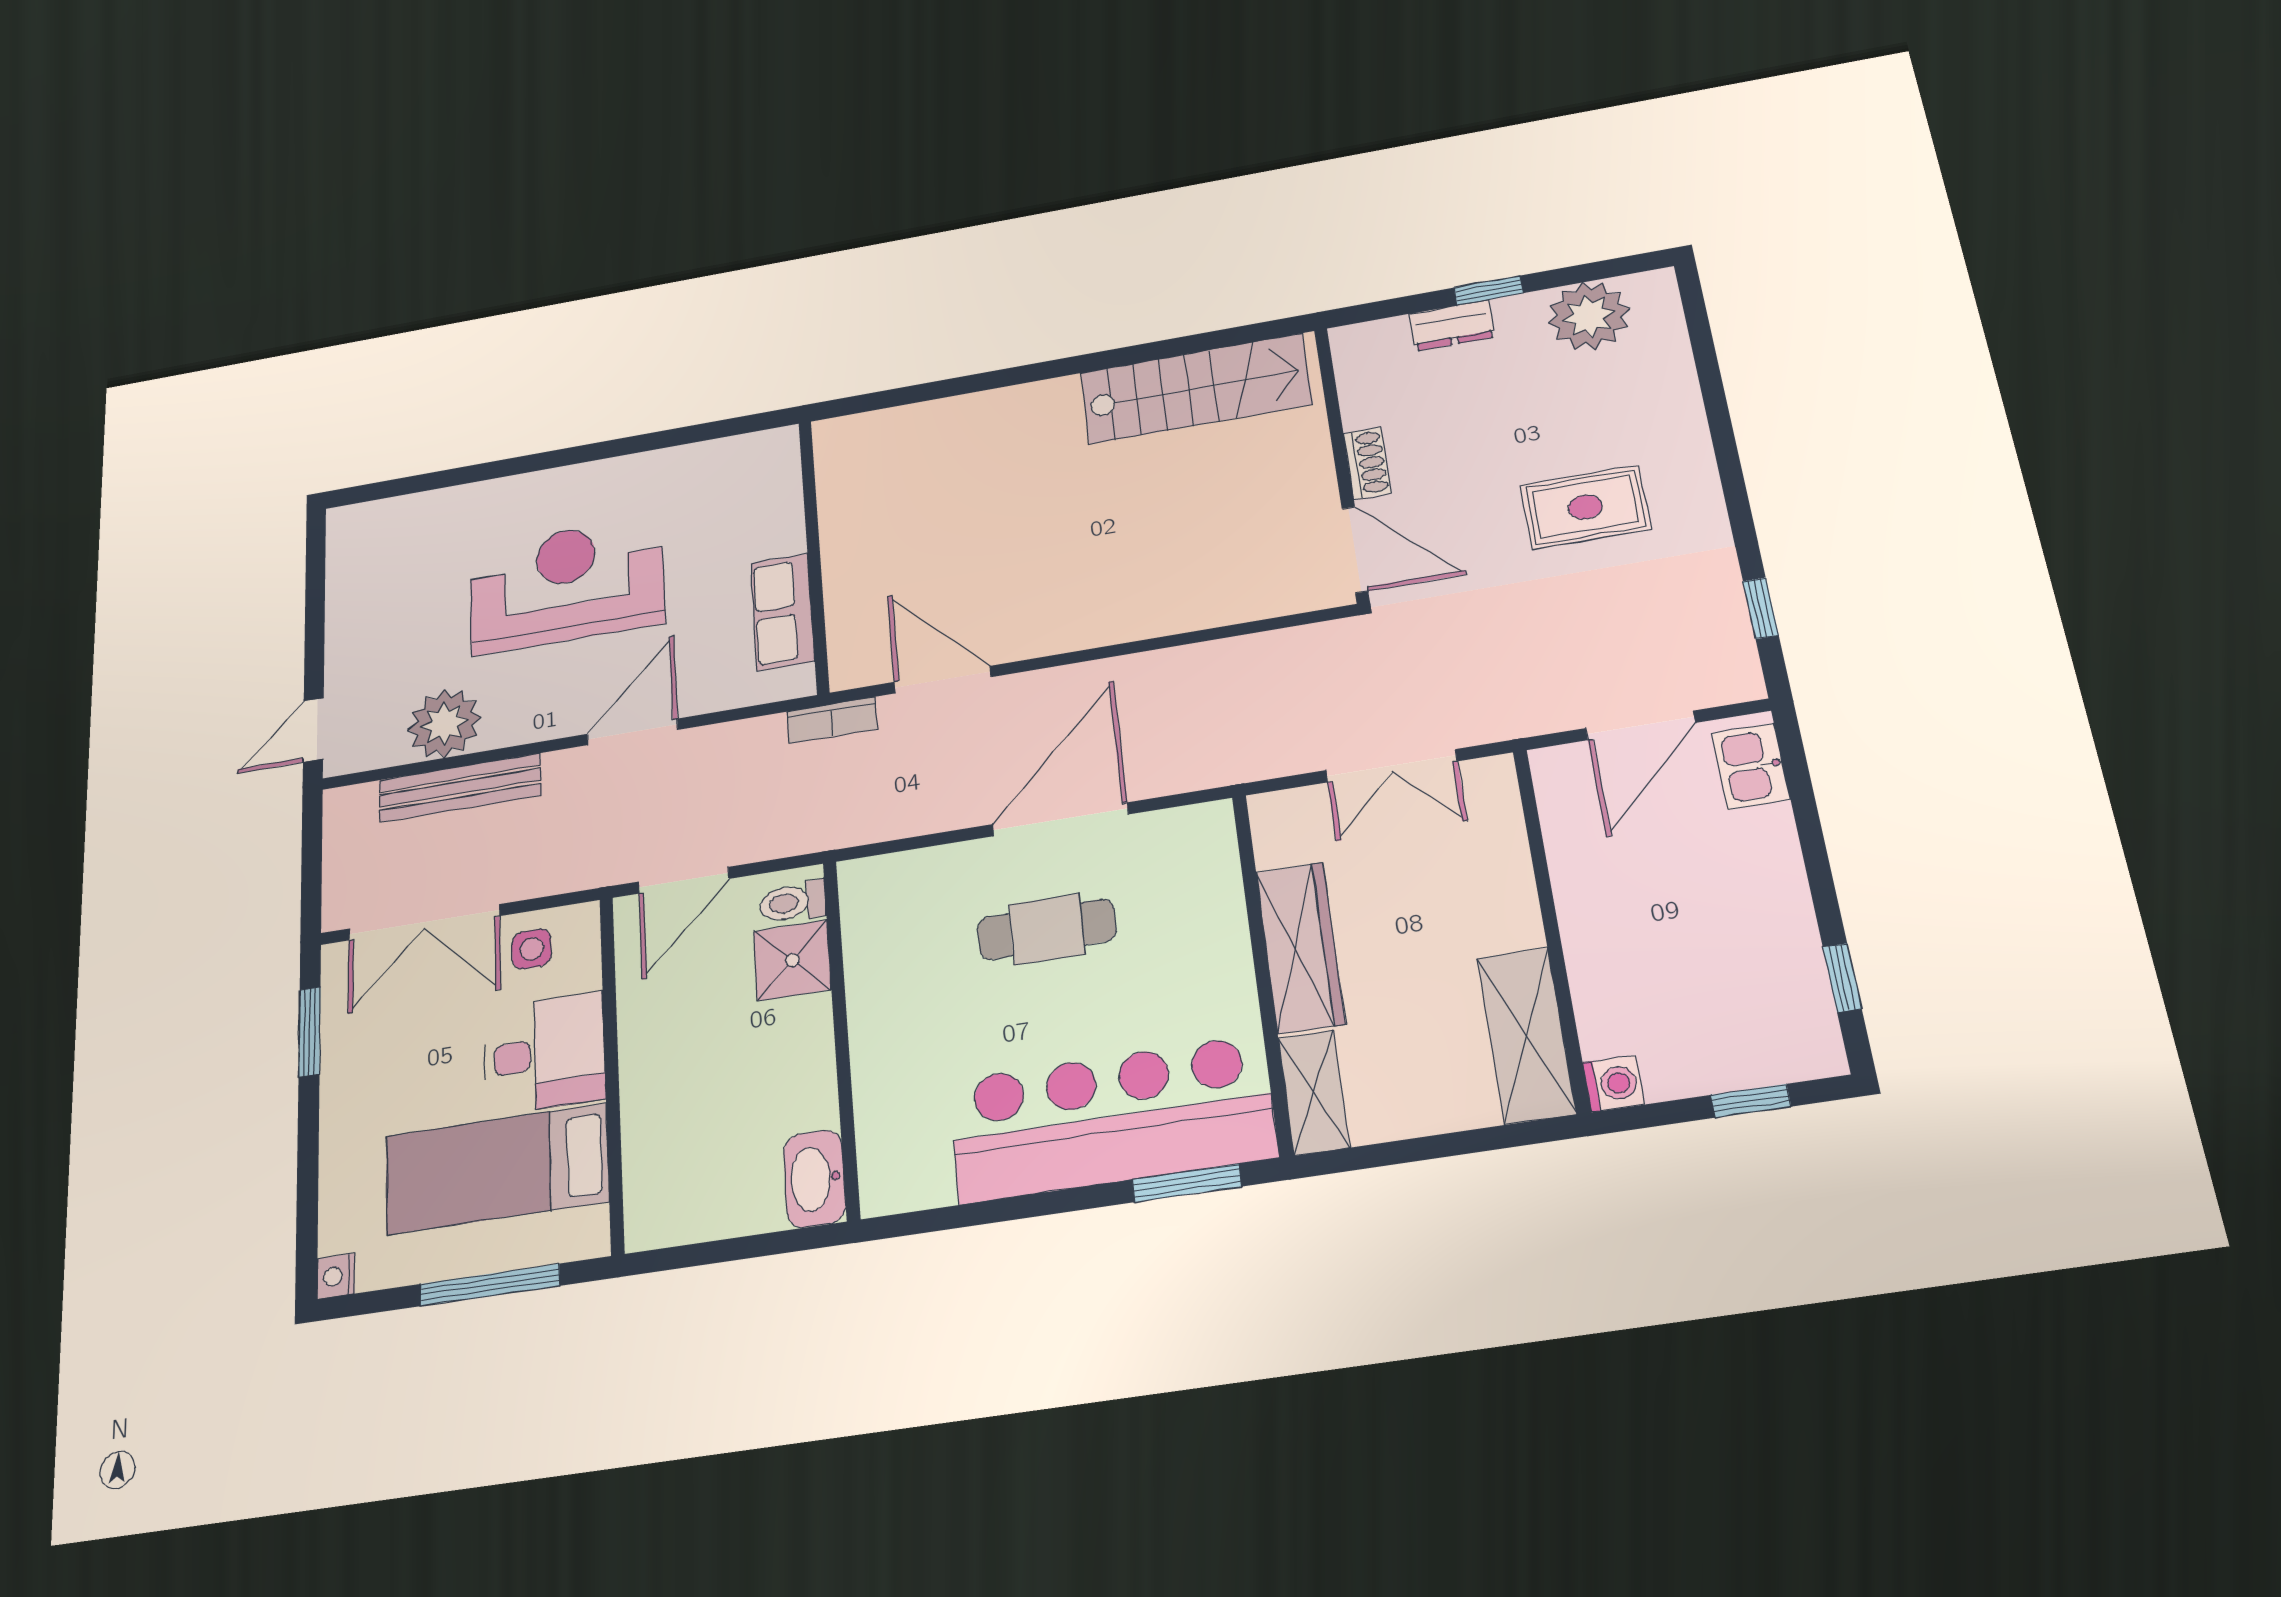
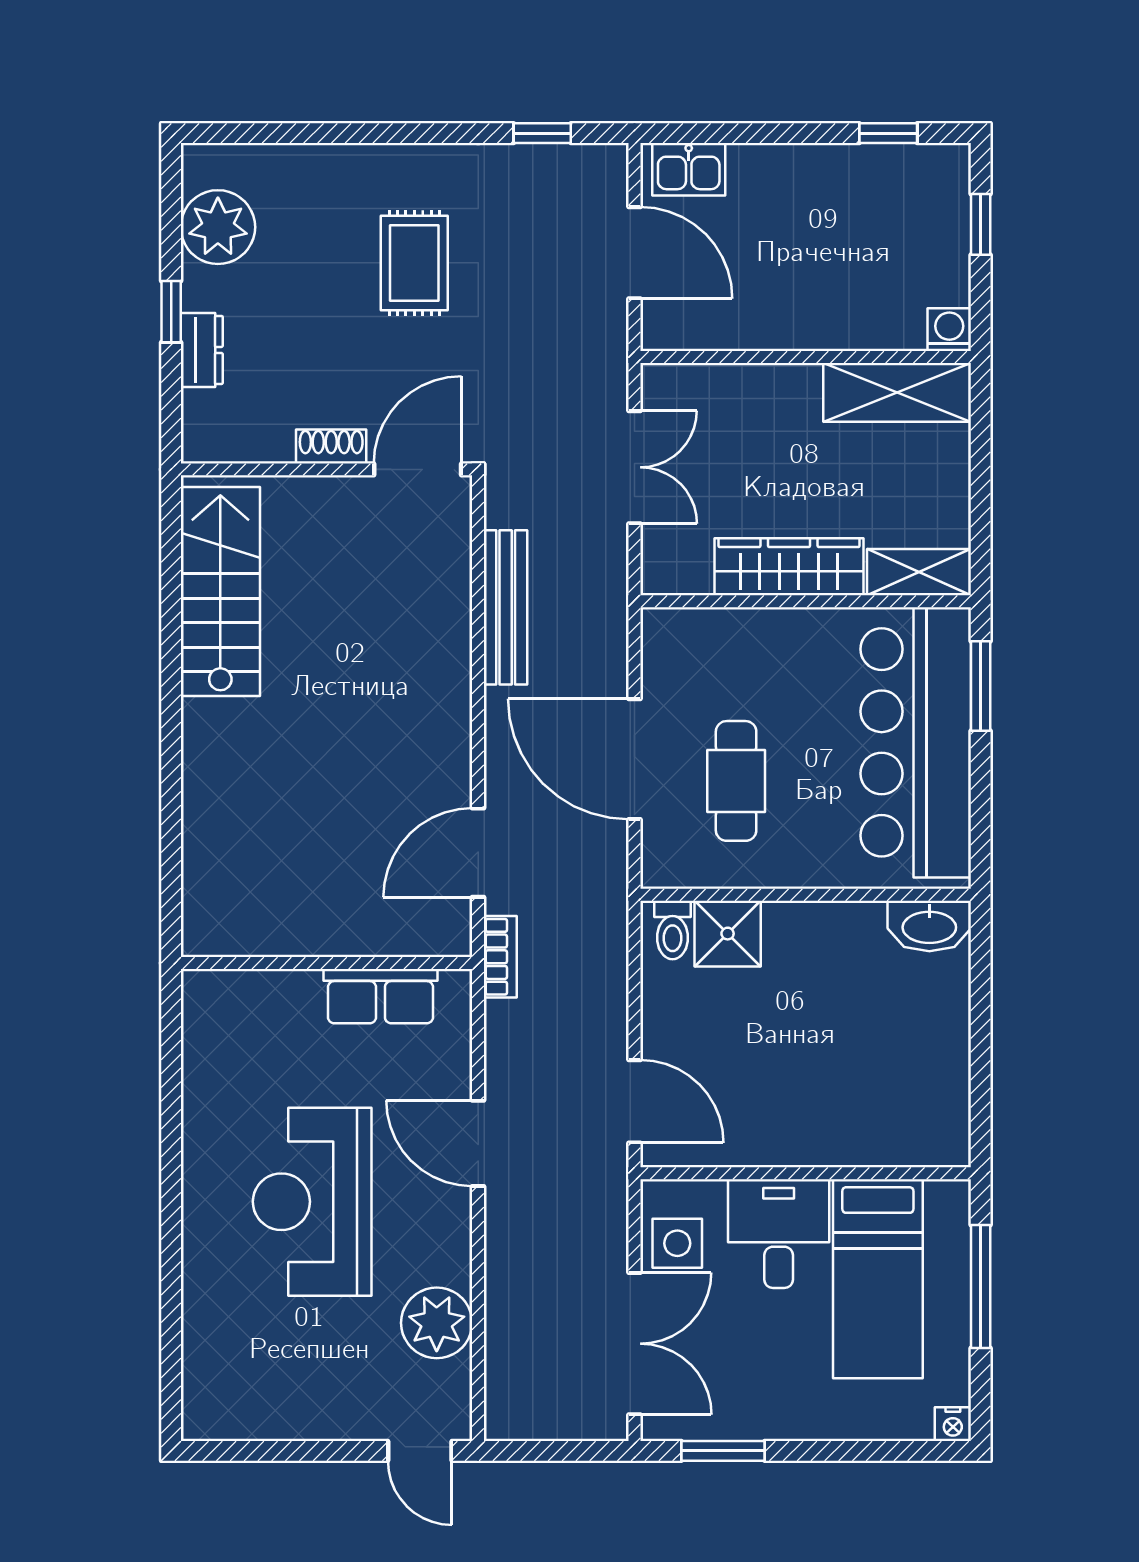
bench: (460, 788) -> (506, 607), moved
toilet: (793, 902) -> (673, 930), moved
side table: (532, 949) -> (677, 1243), width x1.37, depth x1.37
shower: (792, 960) -> (728, 934), moved
wall: (841, 1037) -> (806, 895), moved
washbasin: (815, 1179) -> (929, 926), moved

